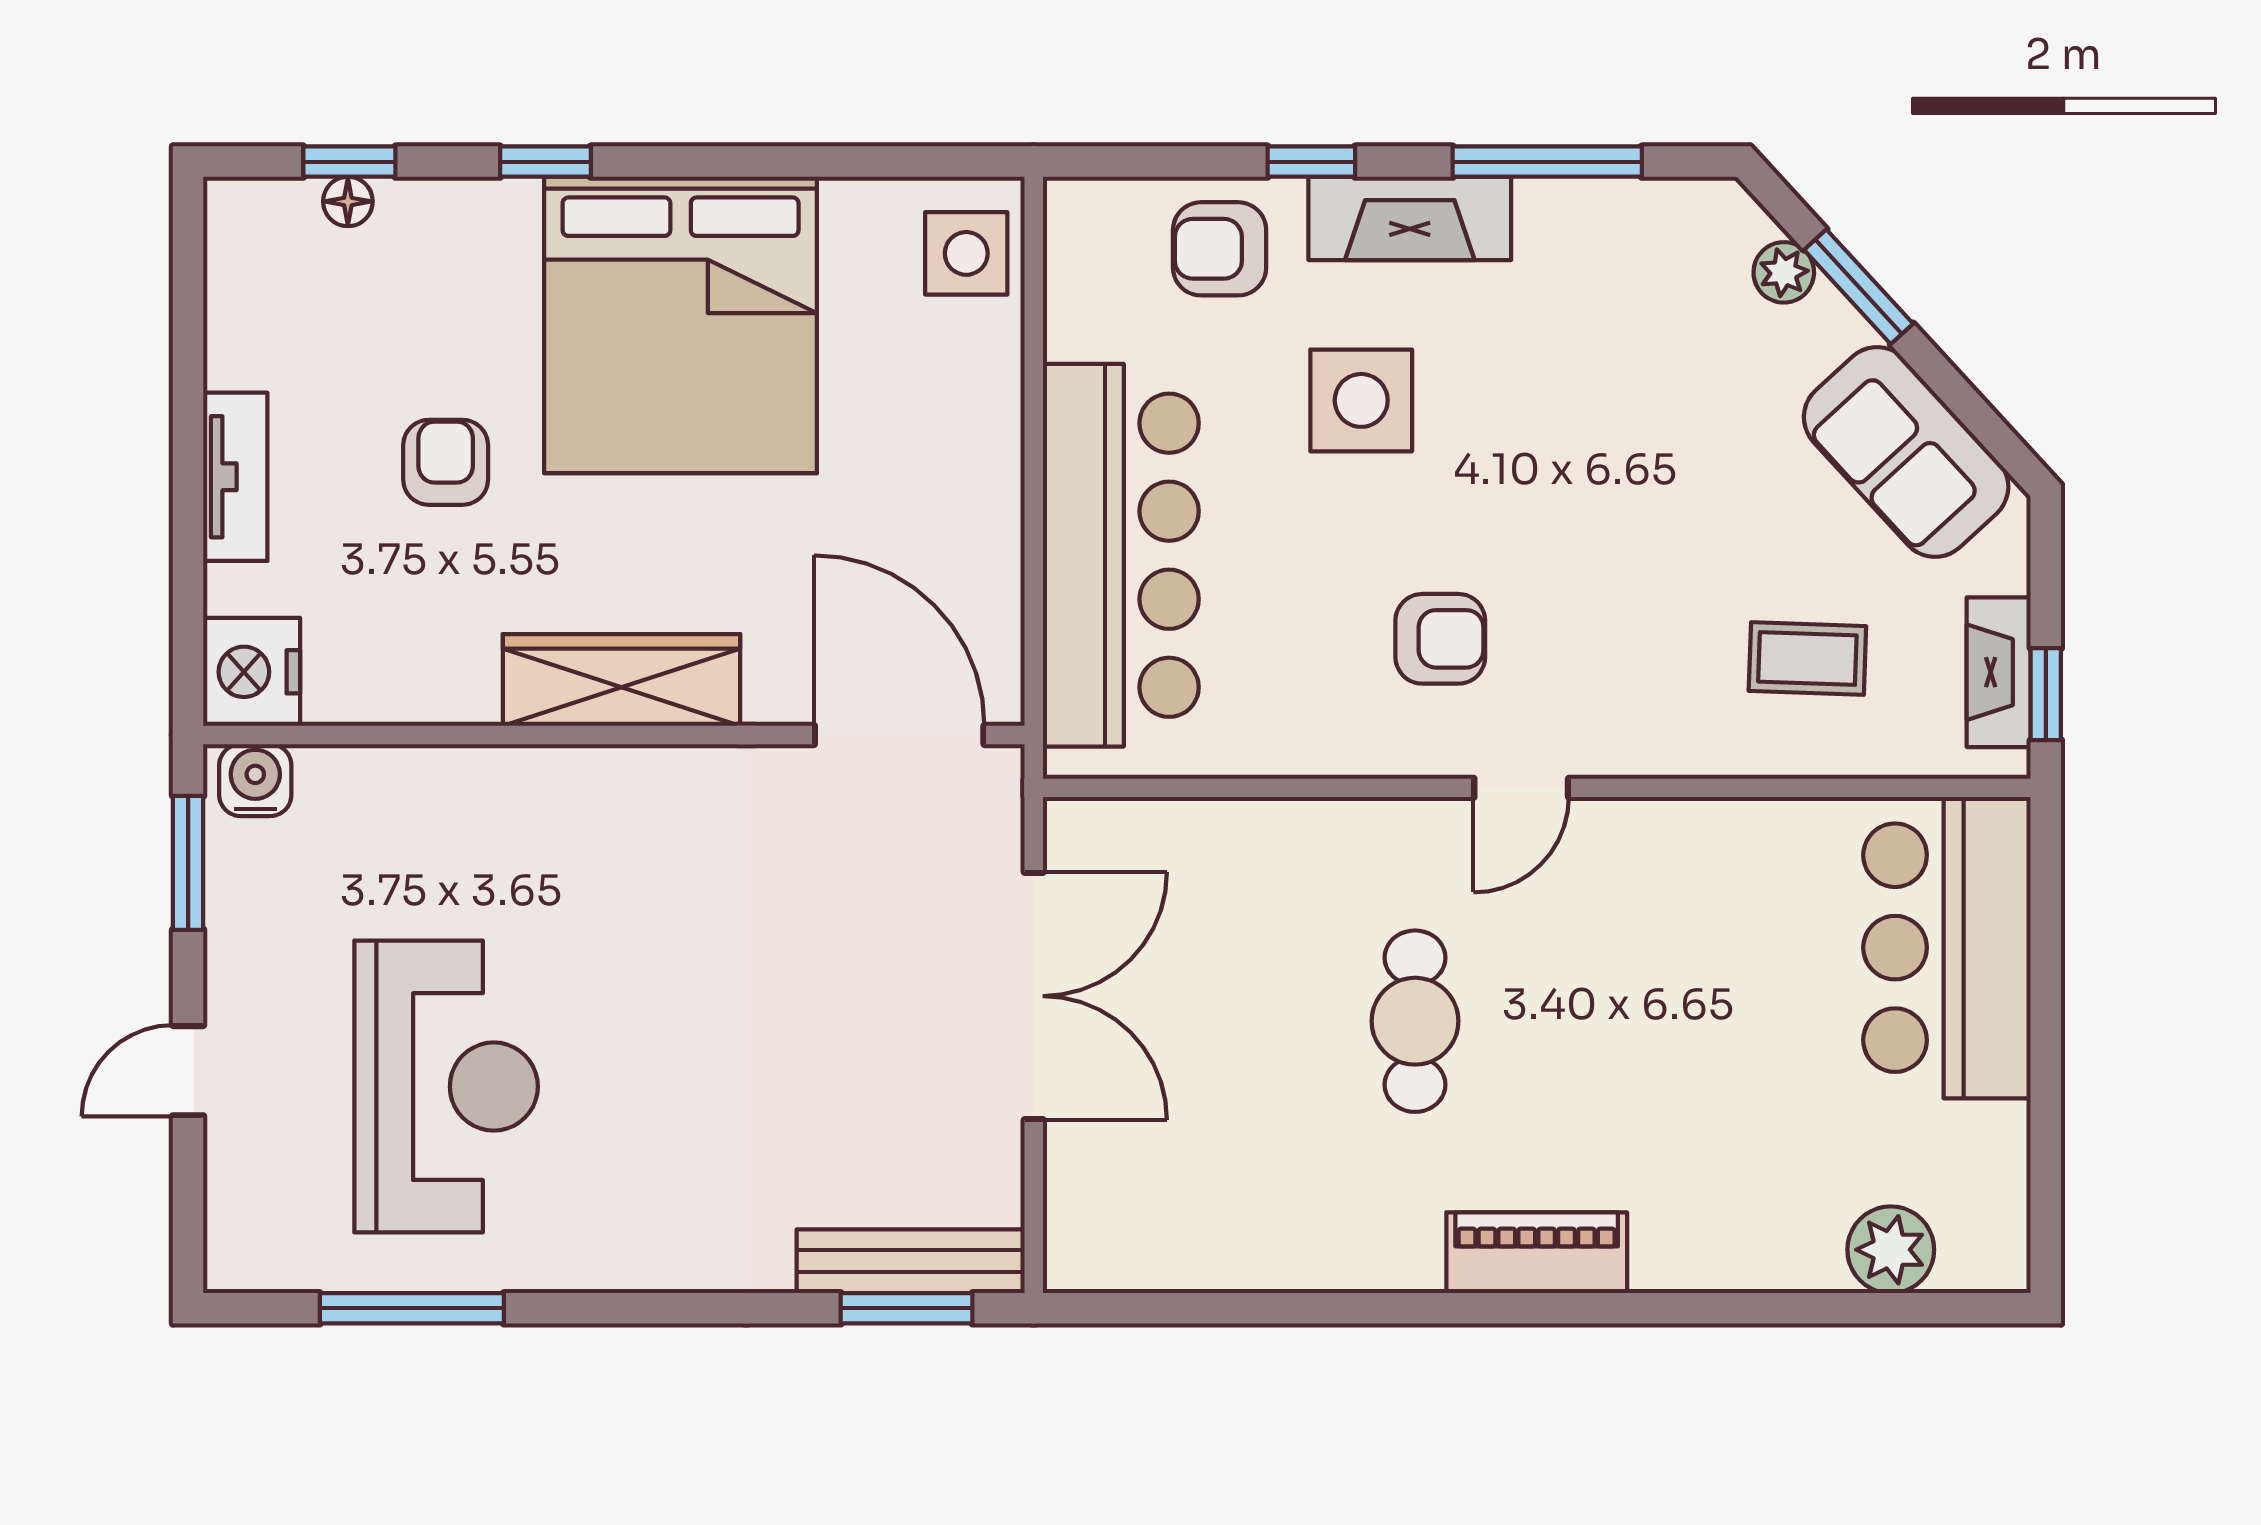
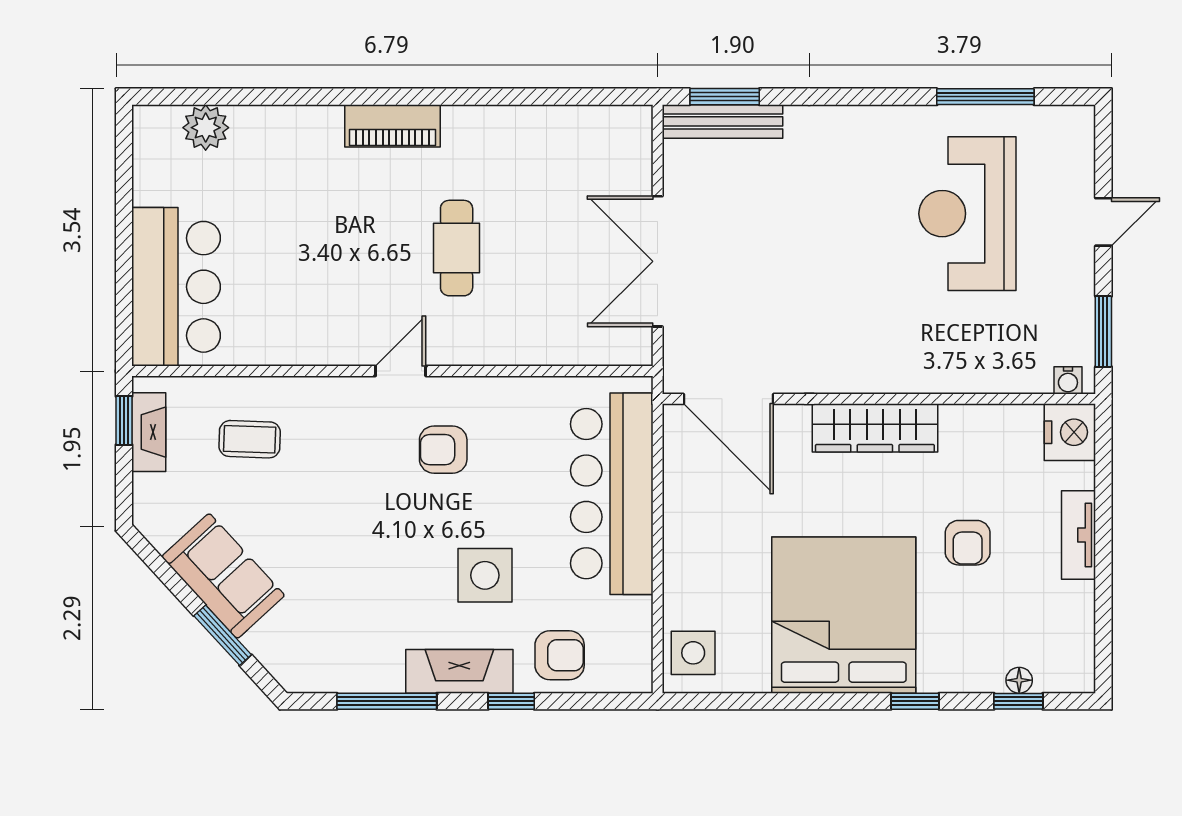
plant: (1784, 272) -> (262, 643), removed
sofa: (1906, 452) -> (223, 576), moved
water cooler: (255, 780) -> (1068, 380), width x0.72, depth x0.72

